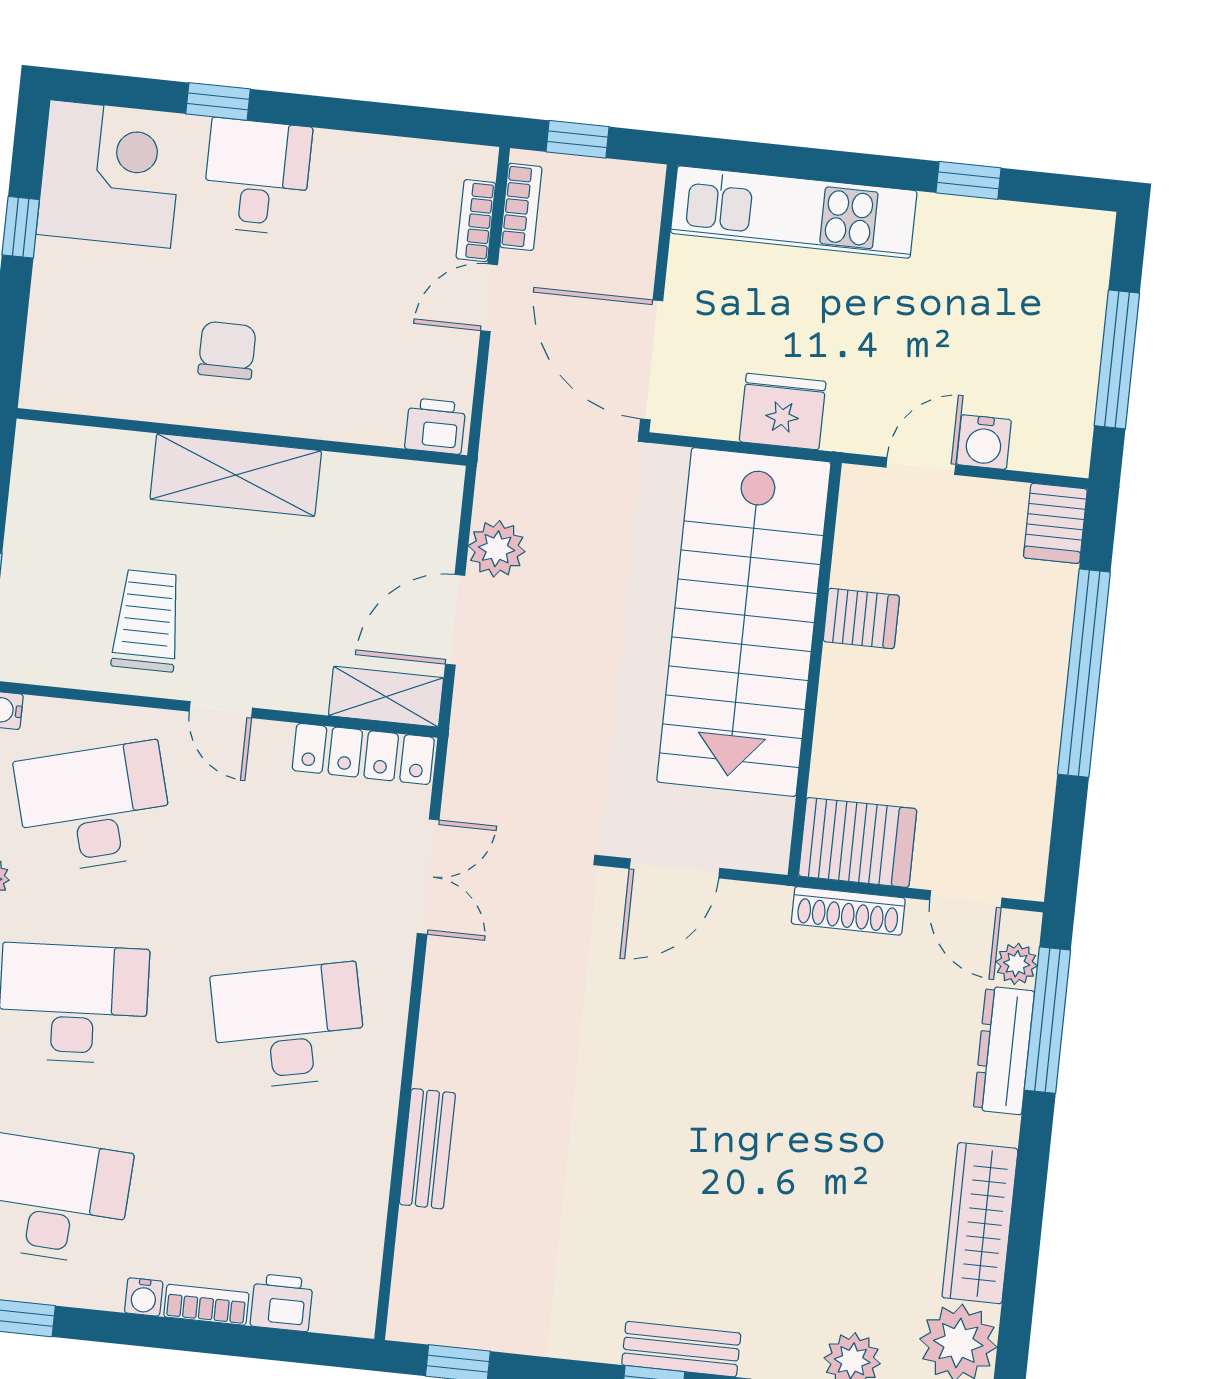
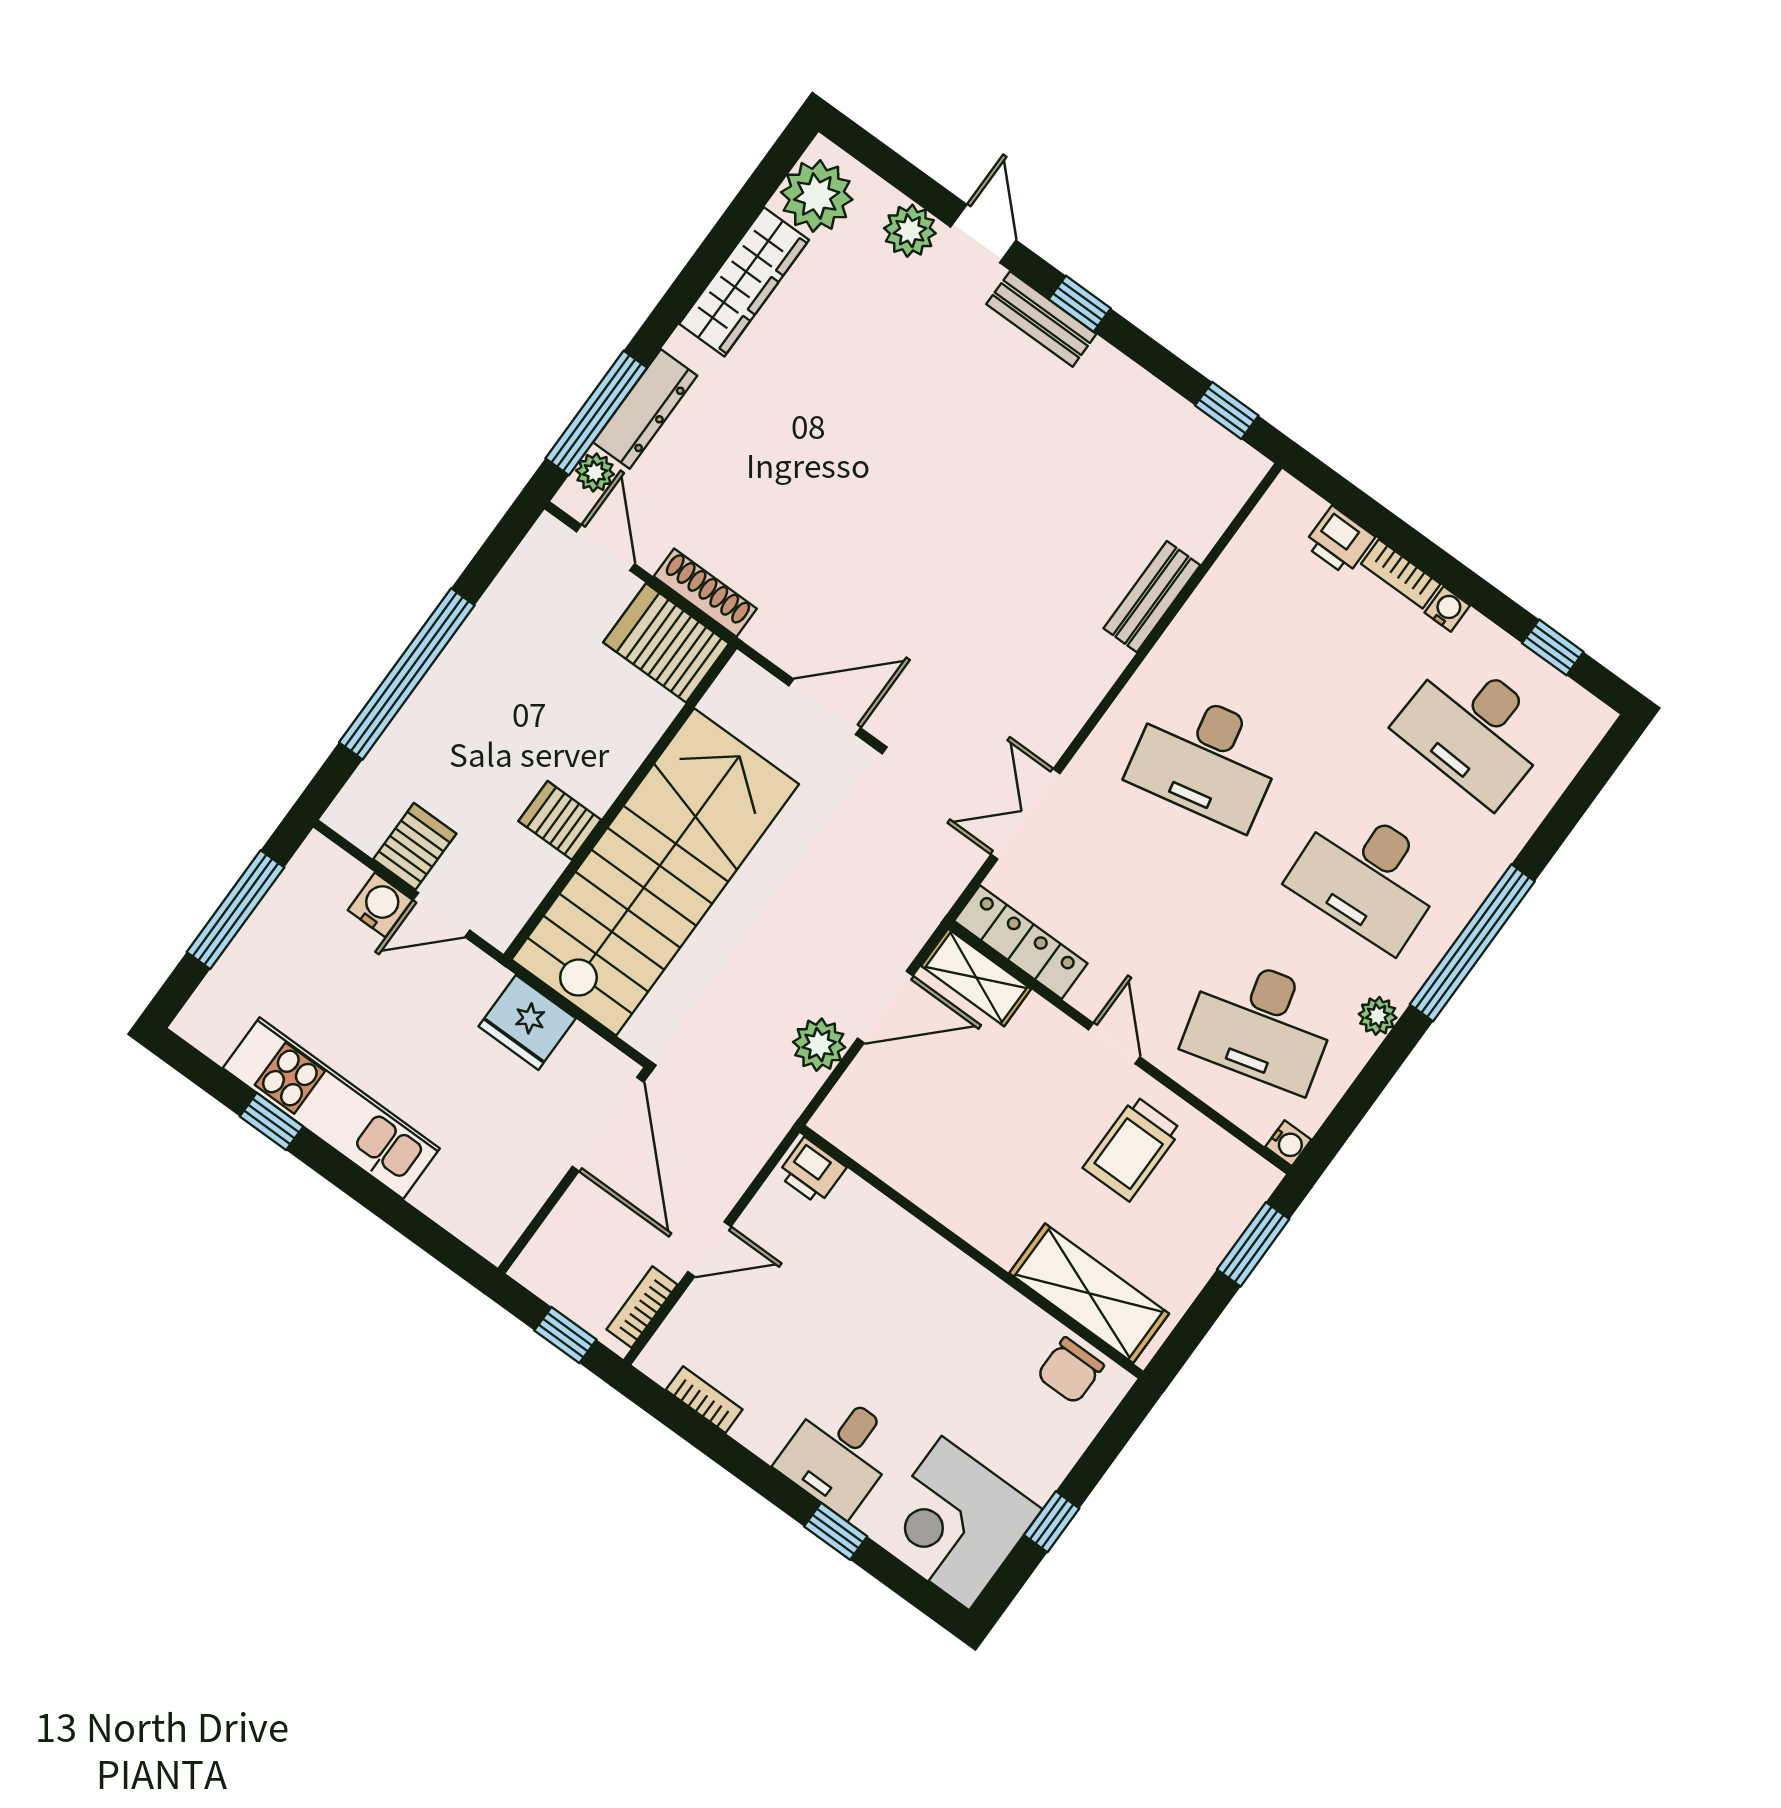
kitchen unit: (794, 212) -> (331, 1108), moved
bookcase: (476, 221) -> (704, 1400), moved, turned -90
chair: (227, 350) -> (1070, 1371), moved
shelving: (236, 475) -> (1089, 1293), moved
server rack: (1055, 523) -> (415, 846), moved

